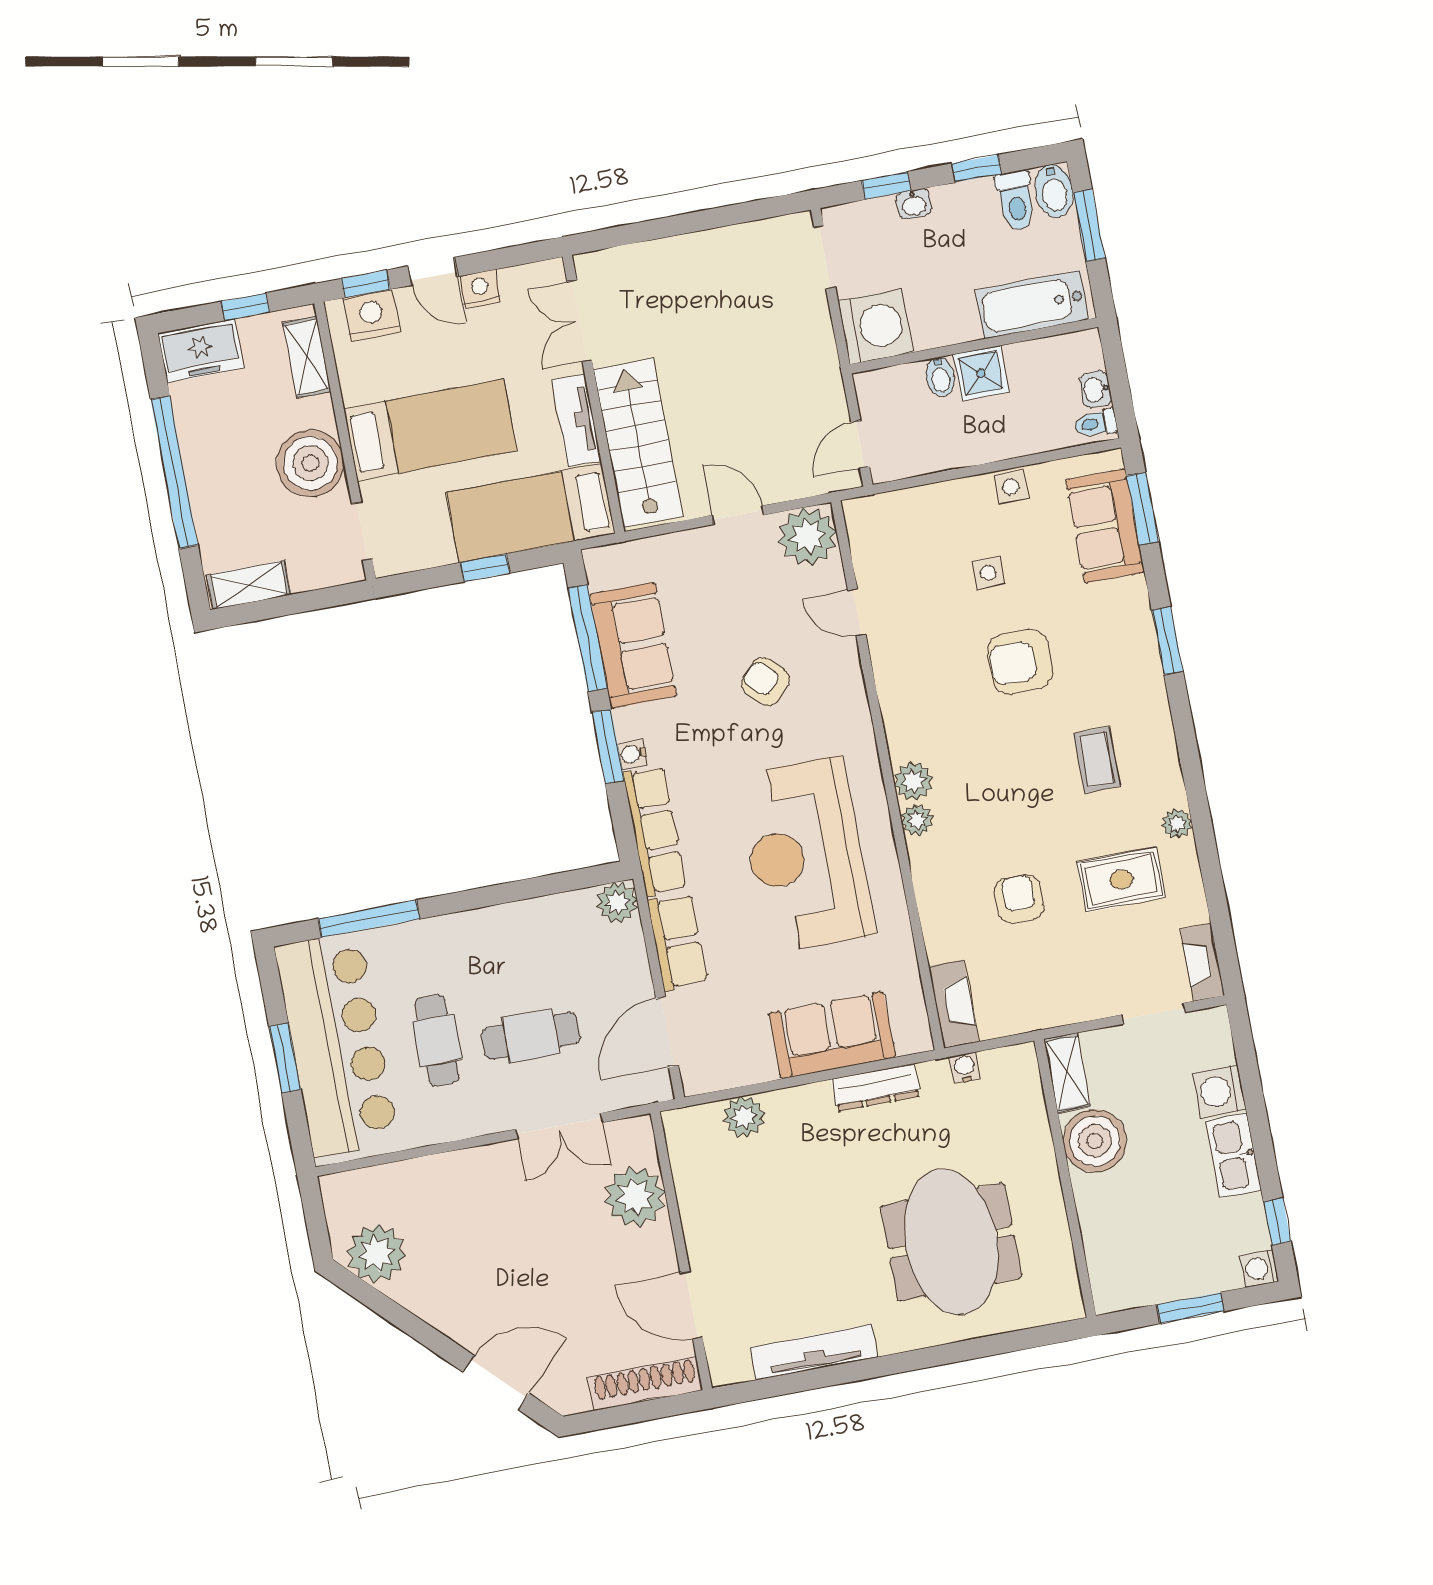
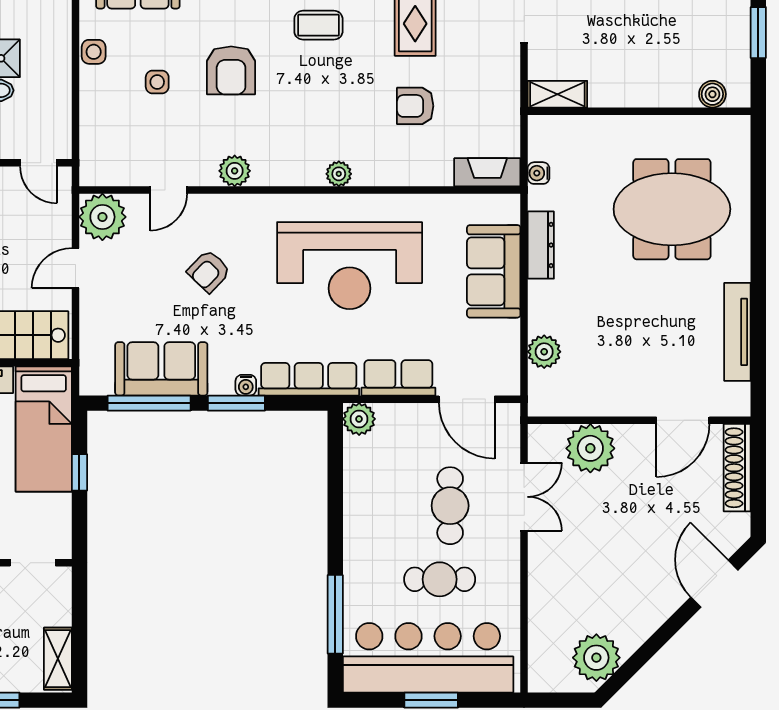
plant: (913, 781) -> (235, 171), moved
boiler: (1095, 1141) -> (712, 94), moved, width x0.54, depth x0.54

